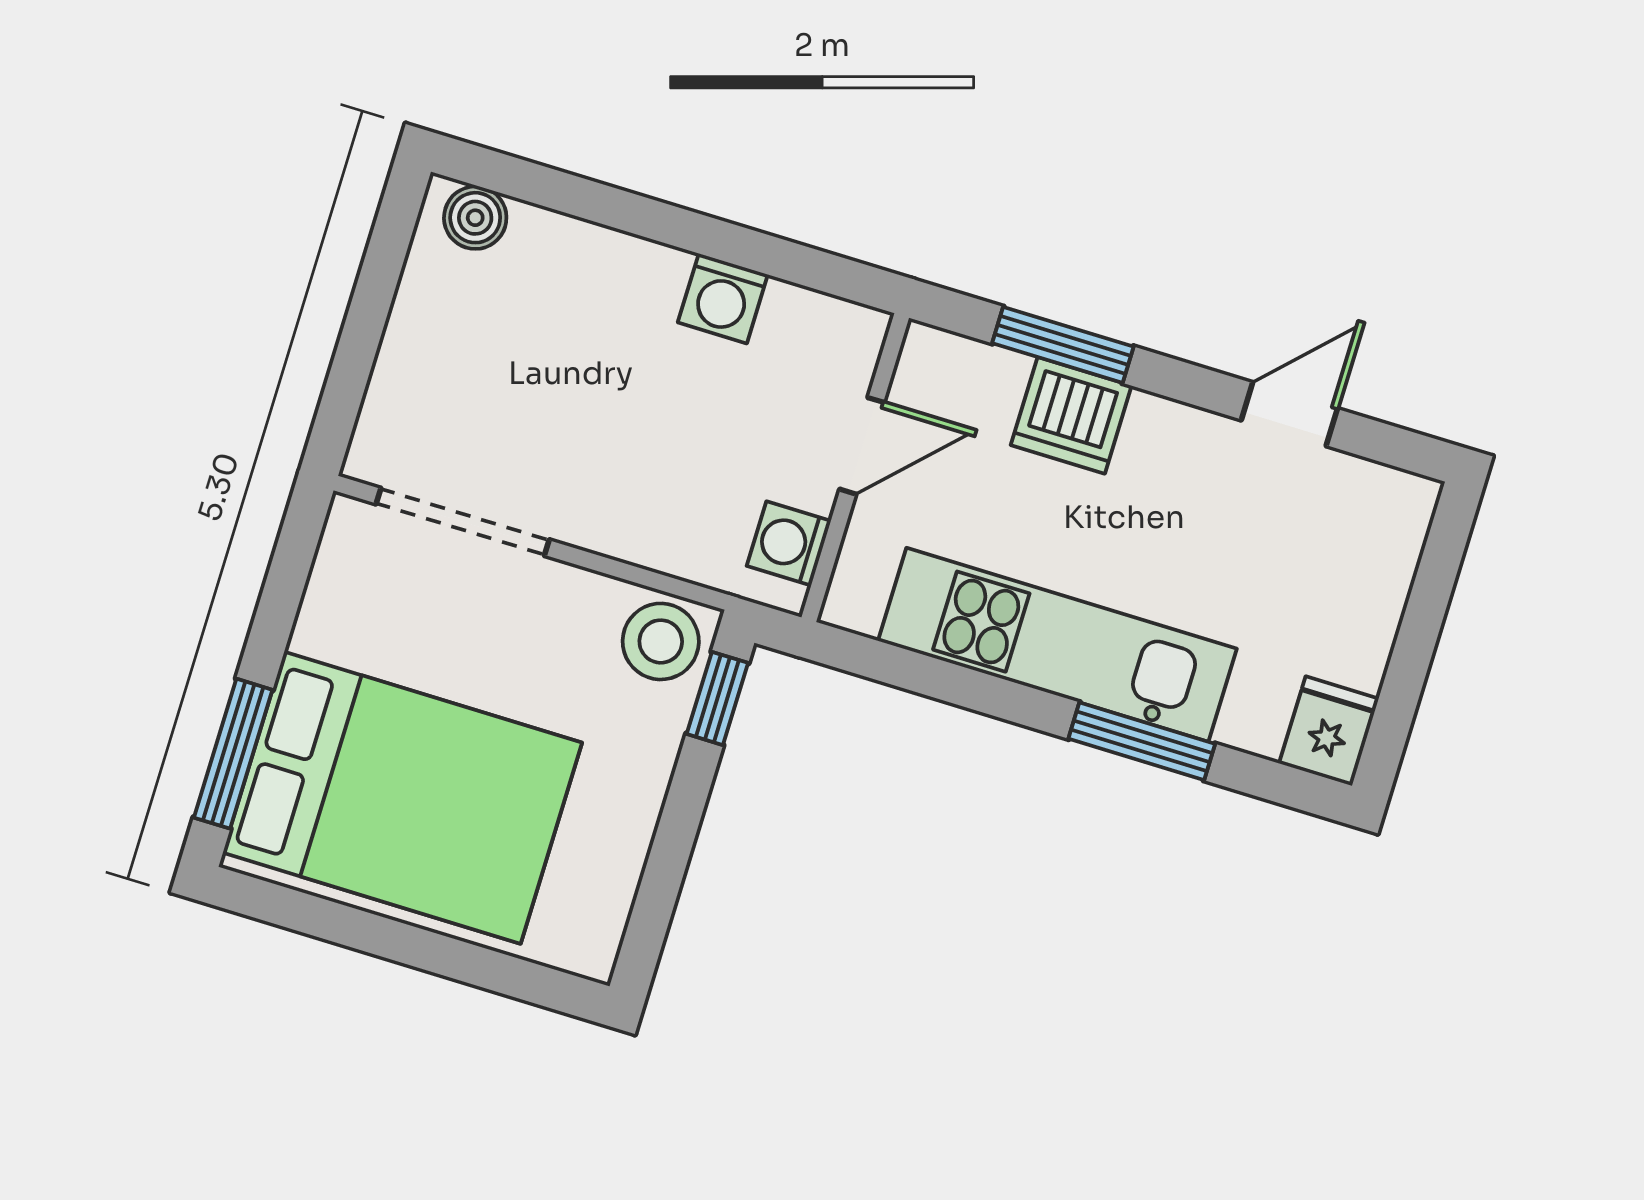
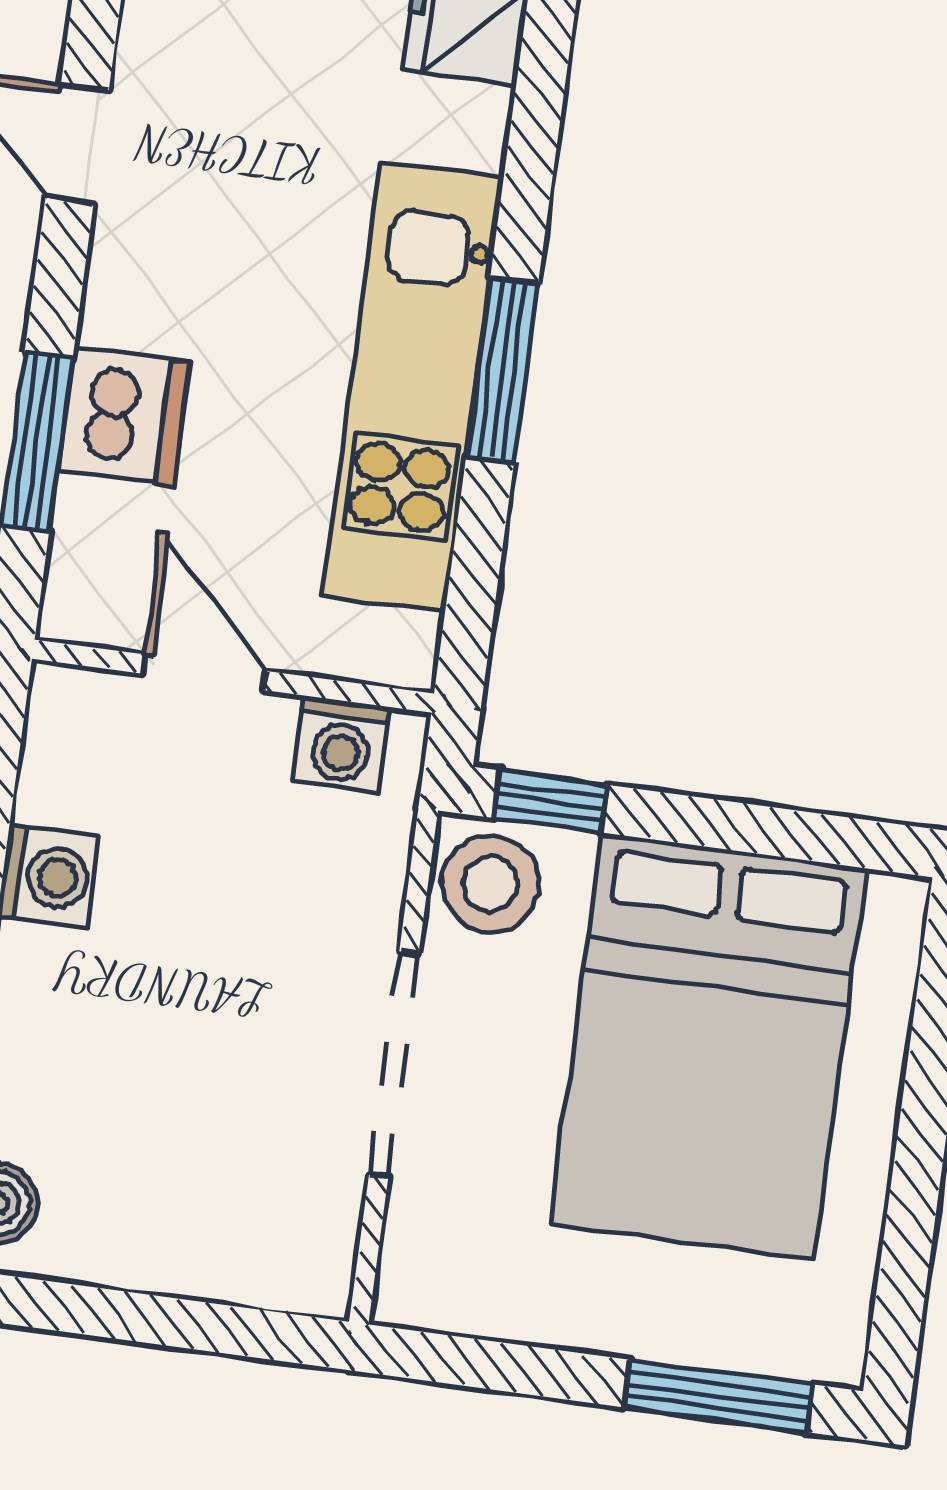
doorway: (463, 522) -> (394, 1064), moved
window: (1142, 741) -> (502, 370), moved
bed: (402, 798) -> (708, 1046), moved, turned 180

